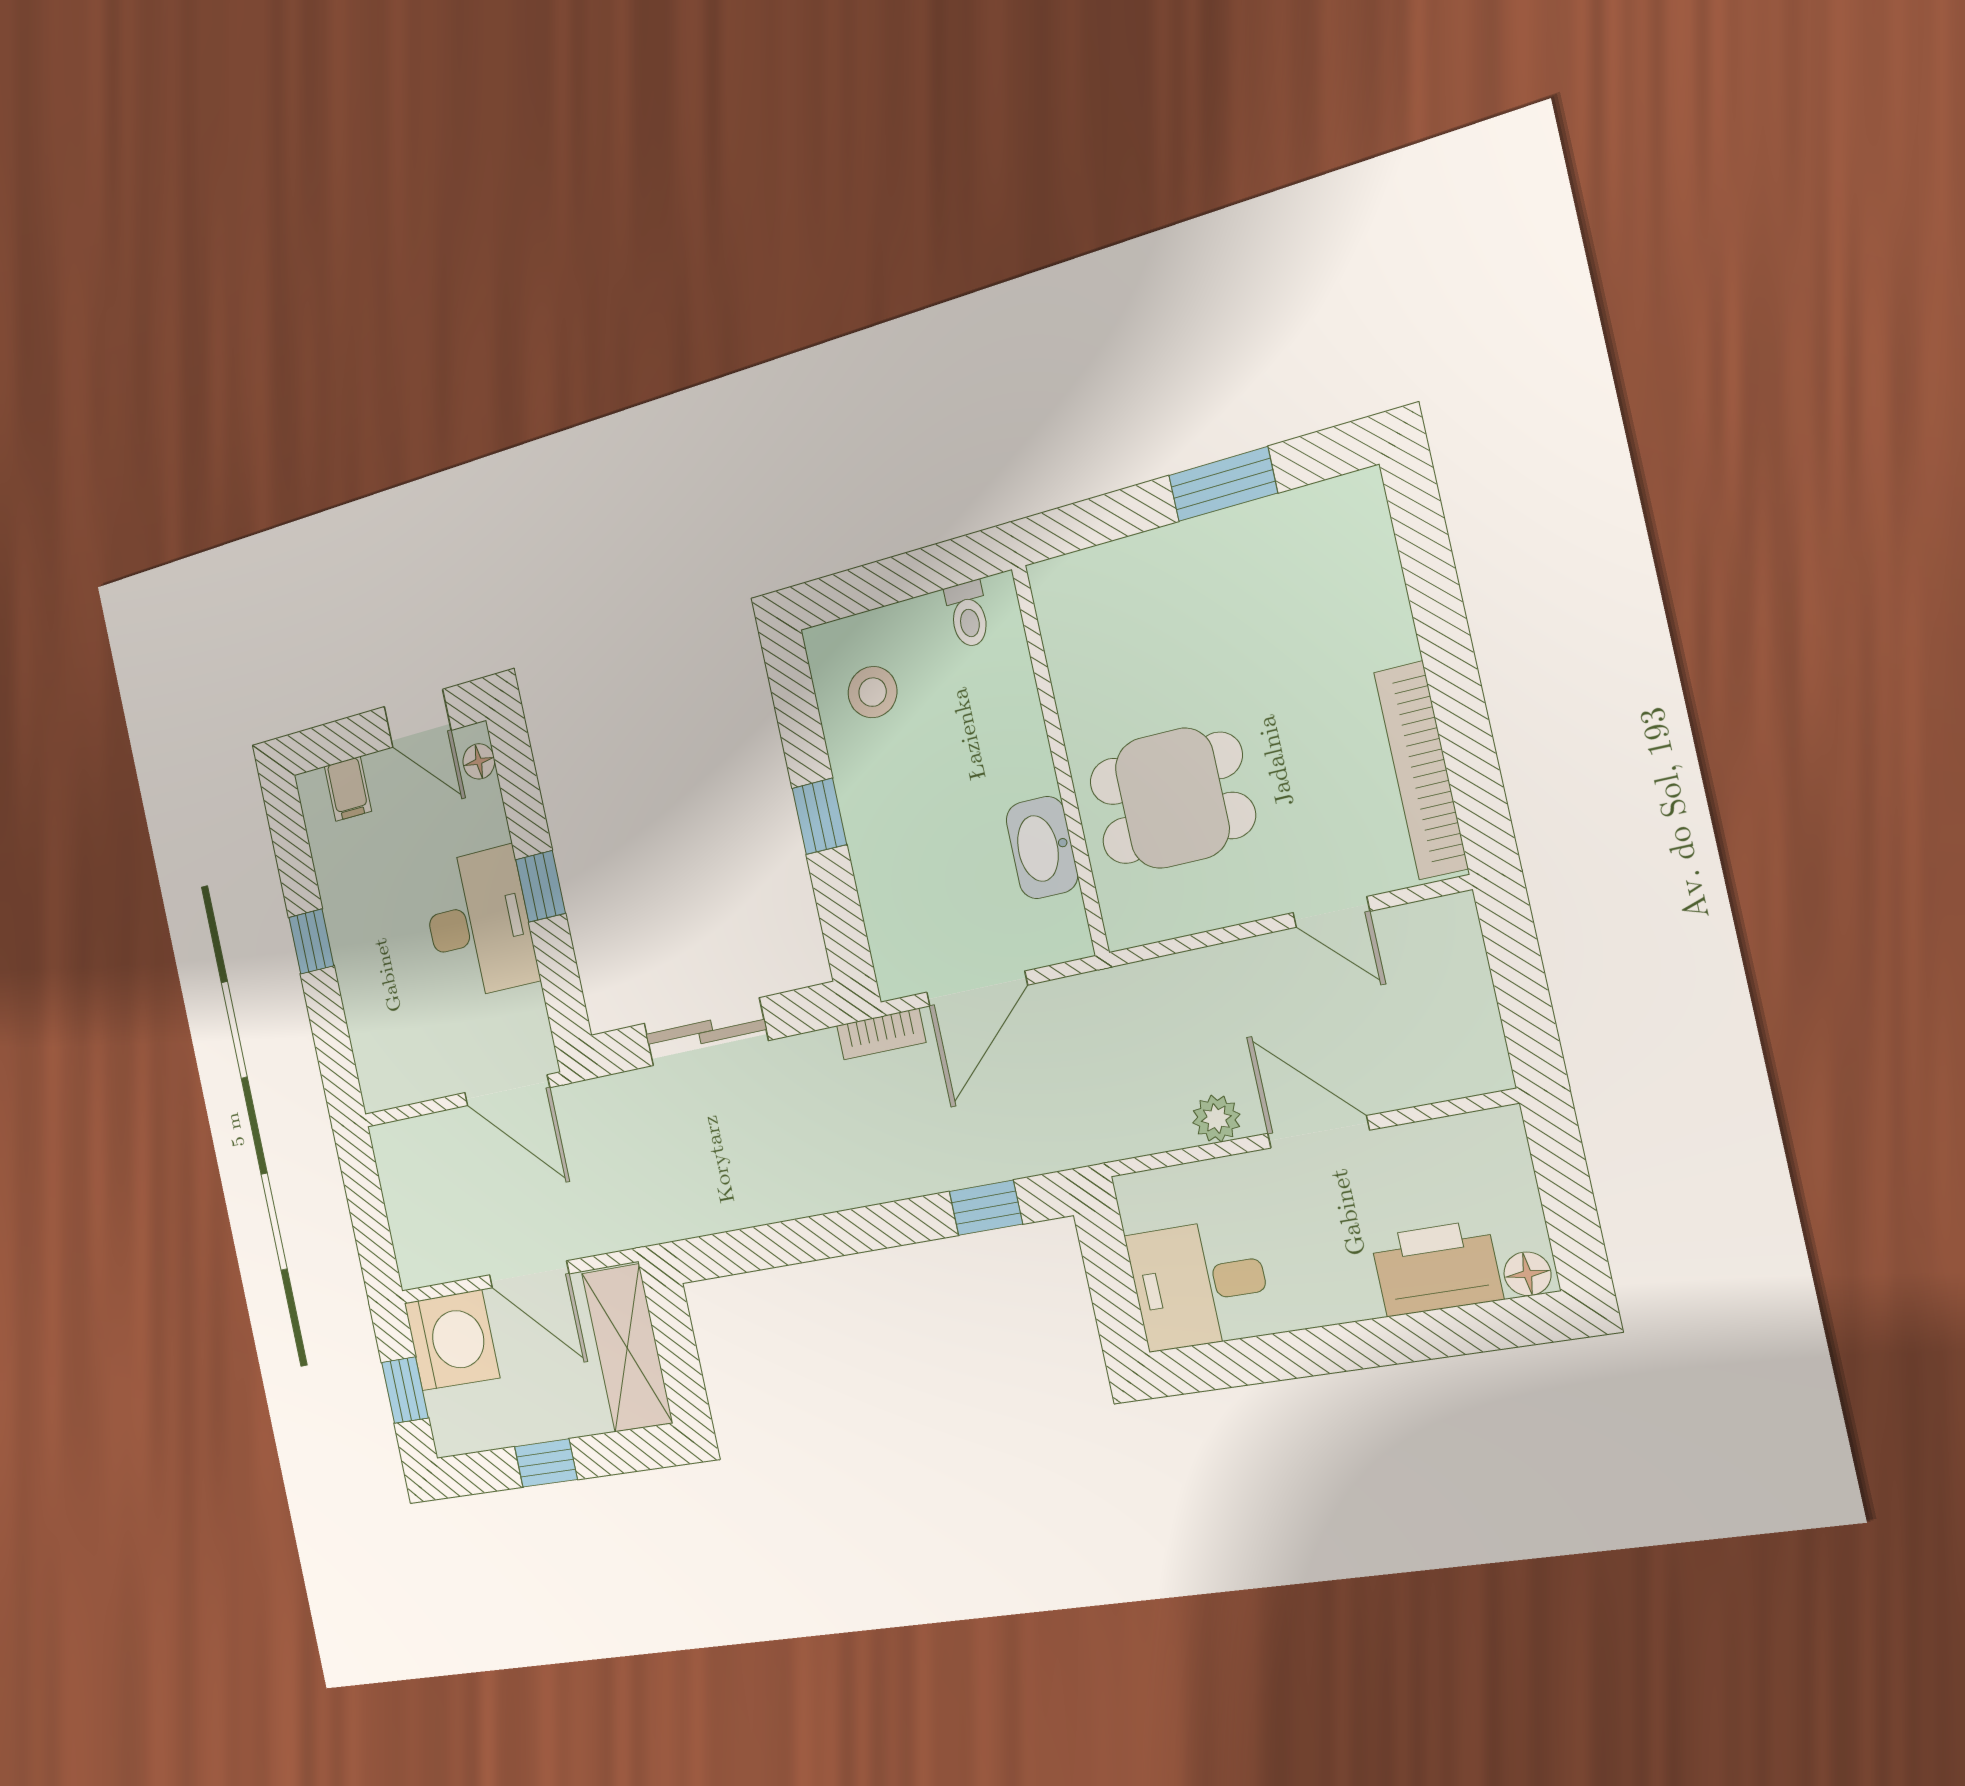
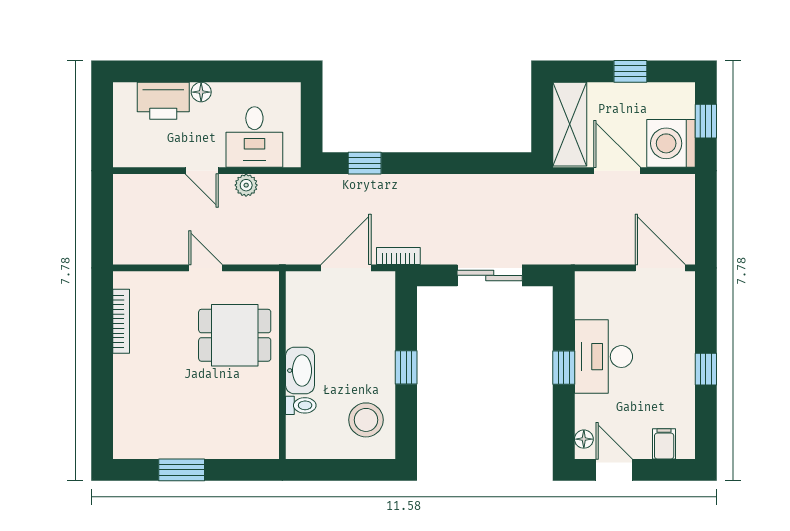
toilet: (968, 614) -> (301, 405), moved, turned 90
stool: (873, 692) -> (366, 420), width x1.38, depth x1.38
bookcase: (1421, 770) -> (121, 321), width x0.68, depth x0.76
washbasin: (1042, 848) -> (300, 371), moved
door: (1331, 912) -> (205, 268), moved
door: (507, 1090) -> (660, 268), moved
door: (1318, 1132) -> (202, 171), width x0.73
floor lamp: (1528, 1274) -> (201, 92), moved
desk: (1199, 1284) -> (254, 137), moved, turned 90

